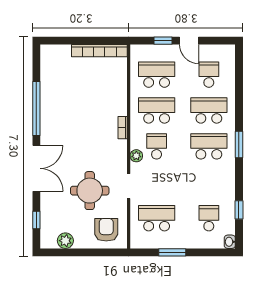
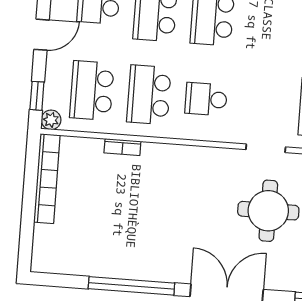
window: (163, 41) -> (37, 96), moved
bookcase: (123, 128) -> (122, 147), moved
plant: (136, 156) -> (51, 120), moved

